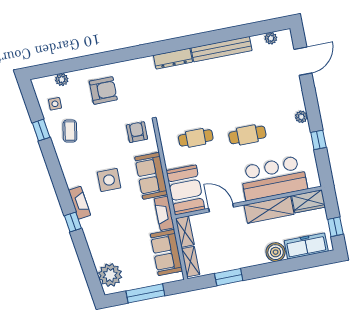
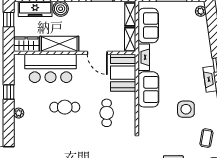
armchair: (137, 132) -> (153, 127), removed
cafe table: (196, 138) -> (107, 113), turned 90
side table: (109, 180) -> (186, 109), moved
plant: (110, 275) -> (201, 11), width x0.53, depth x0.53

